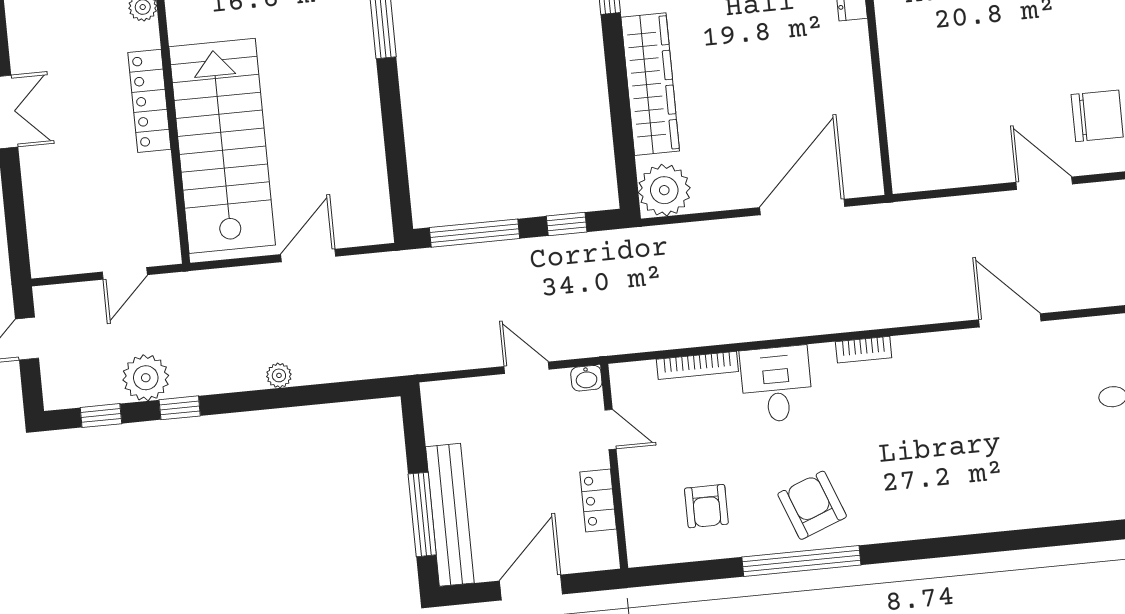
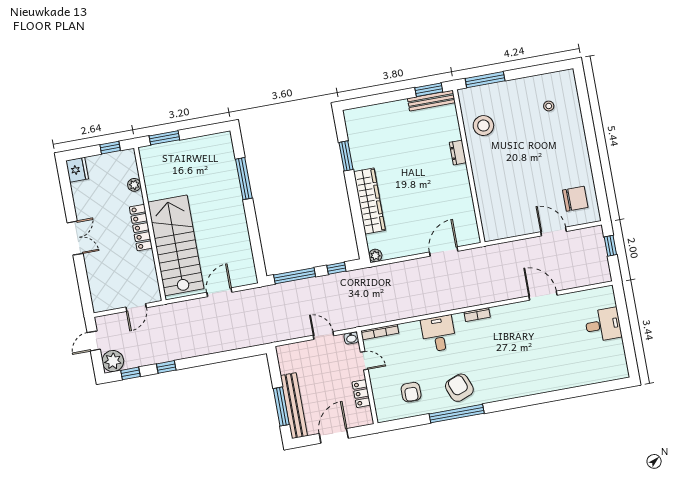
plant: (664, 190) -> (375, 256), width x0.53, depth x0.53
door: (802, 207) -> (444, 252), width x0.73
bookcase: (697, 365) -> (380, 332), moved
plant: (279, 375) -> (210, 348), removed
plant: (146, 378) -> (113, 361), moved

